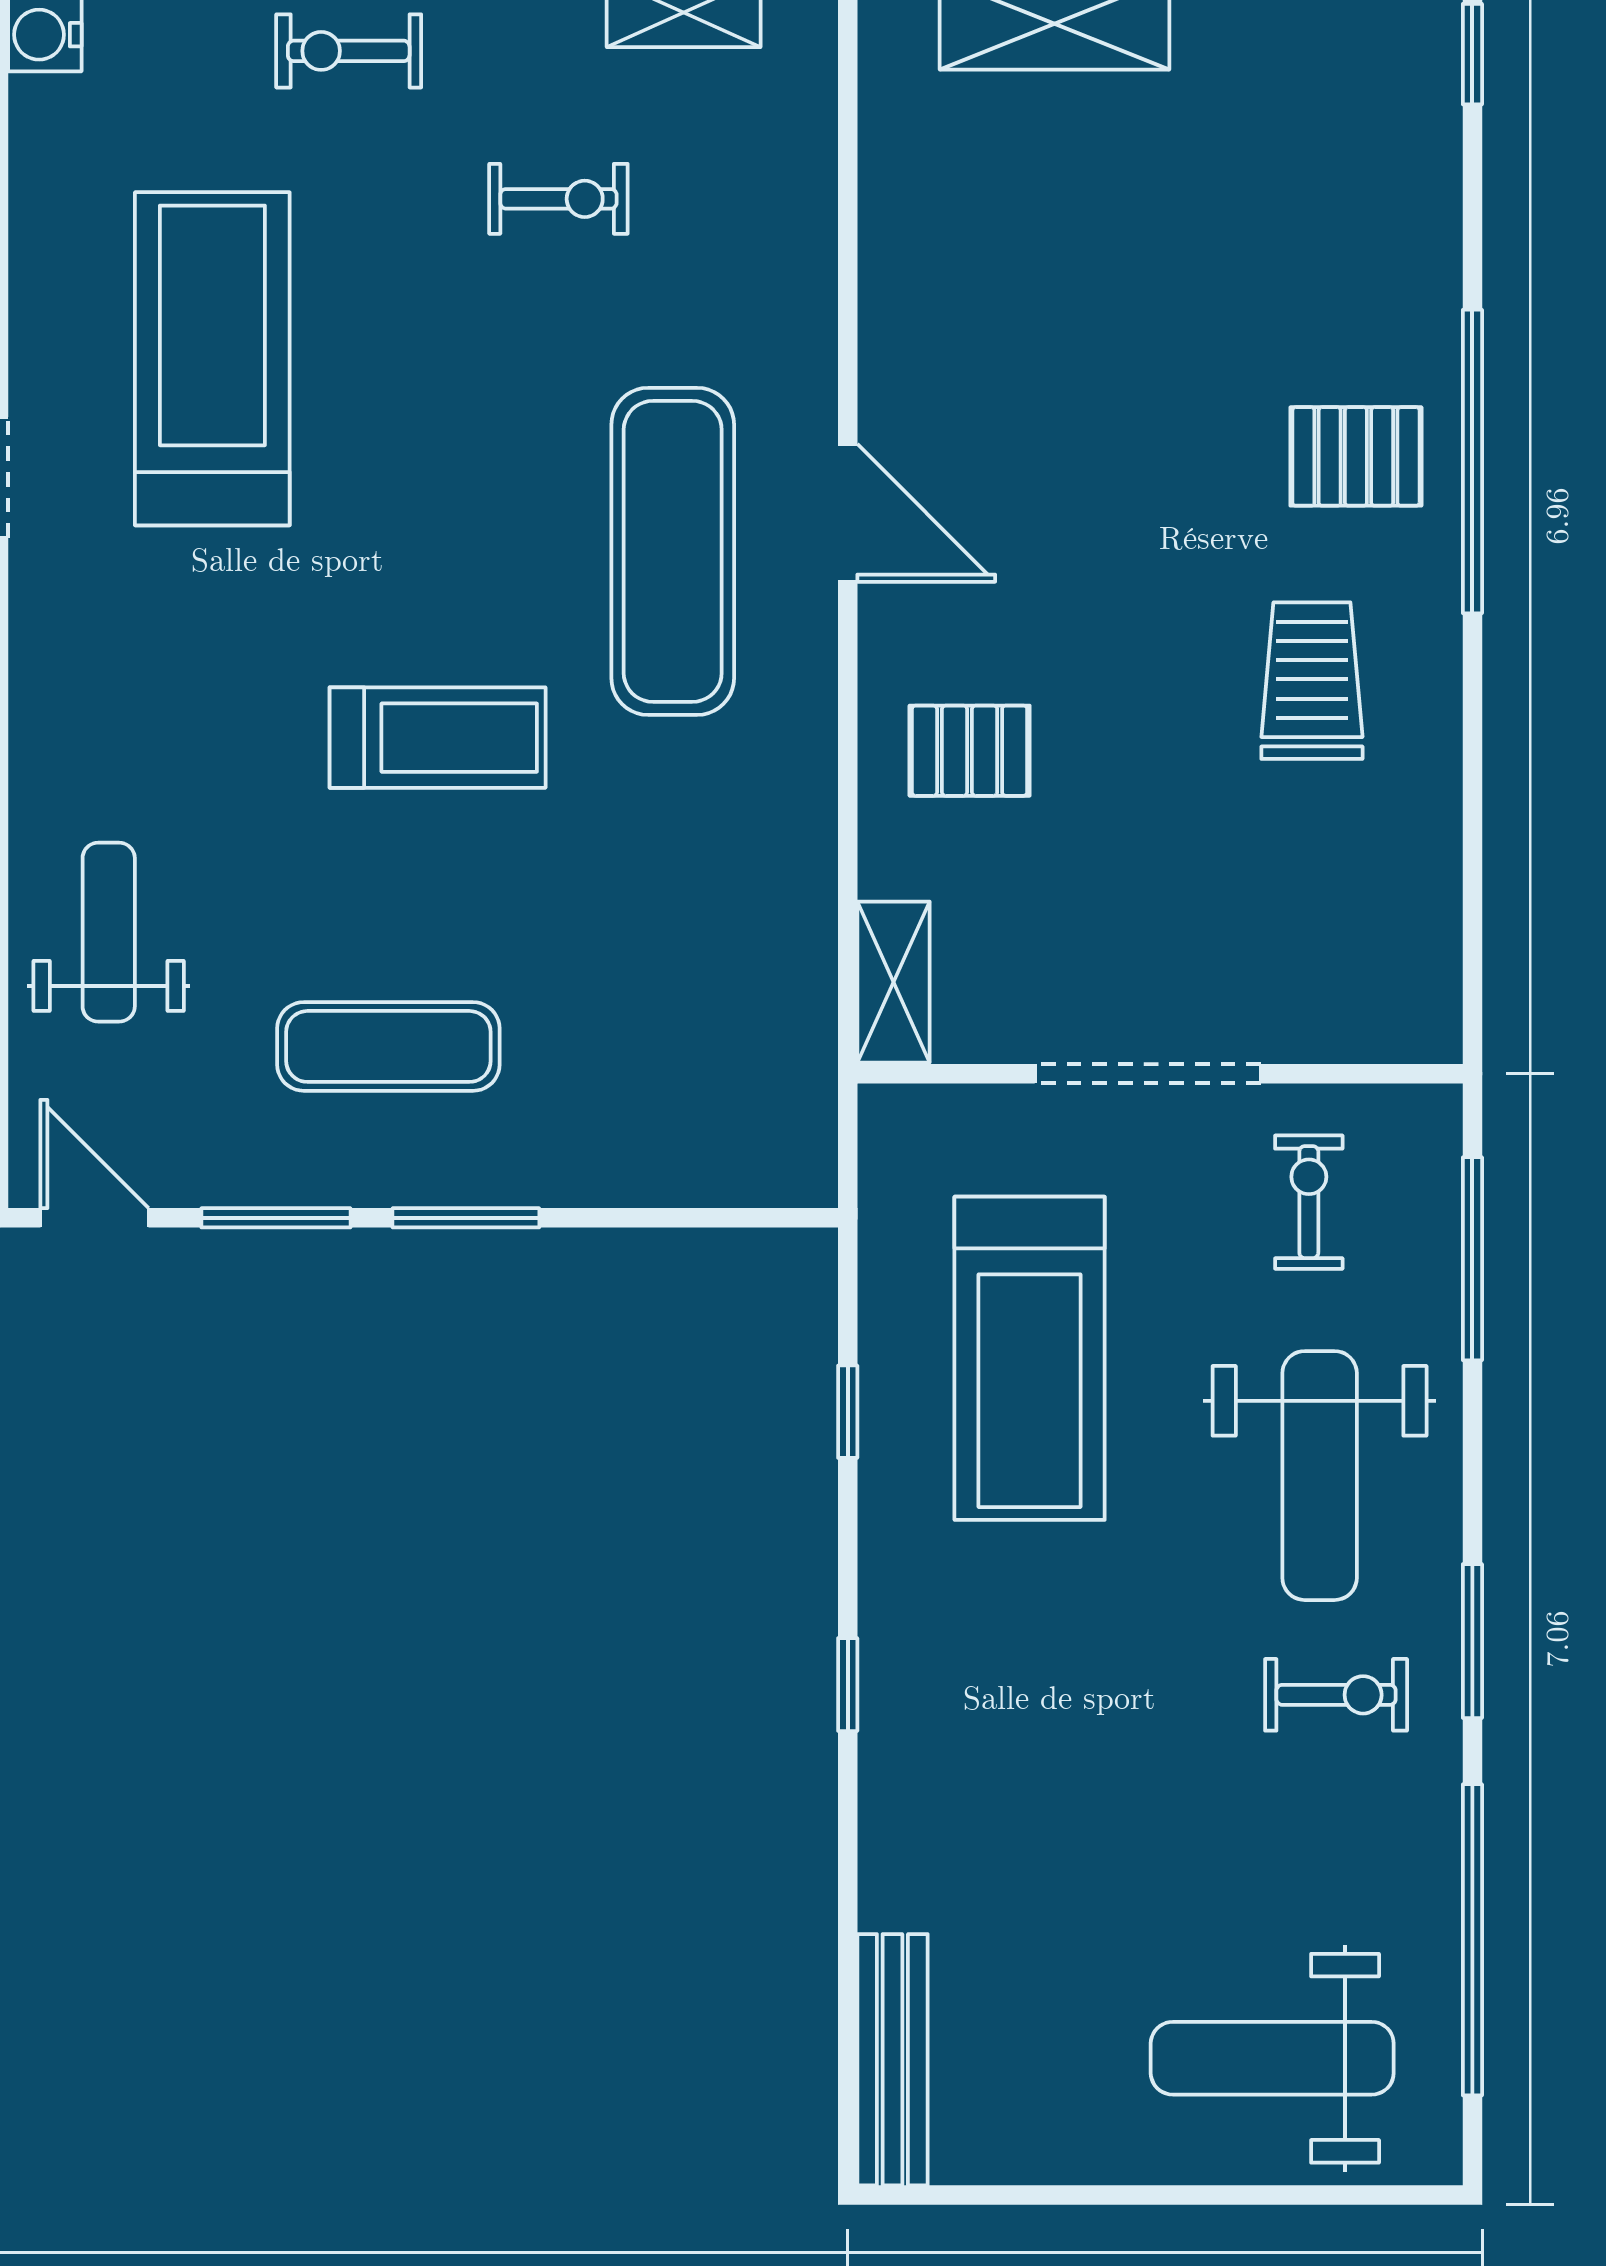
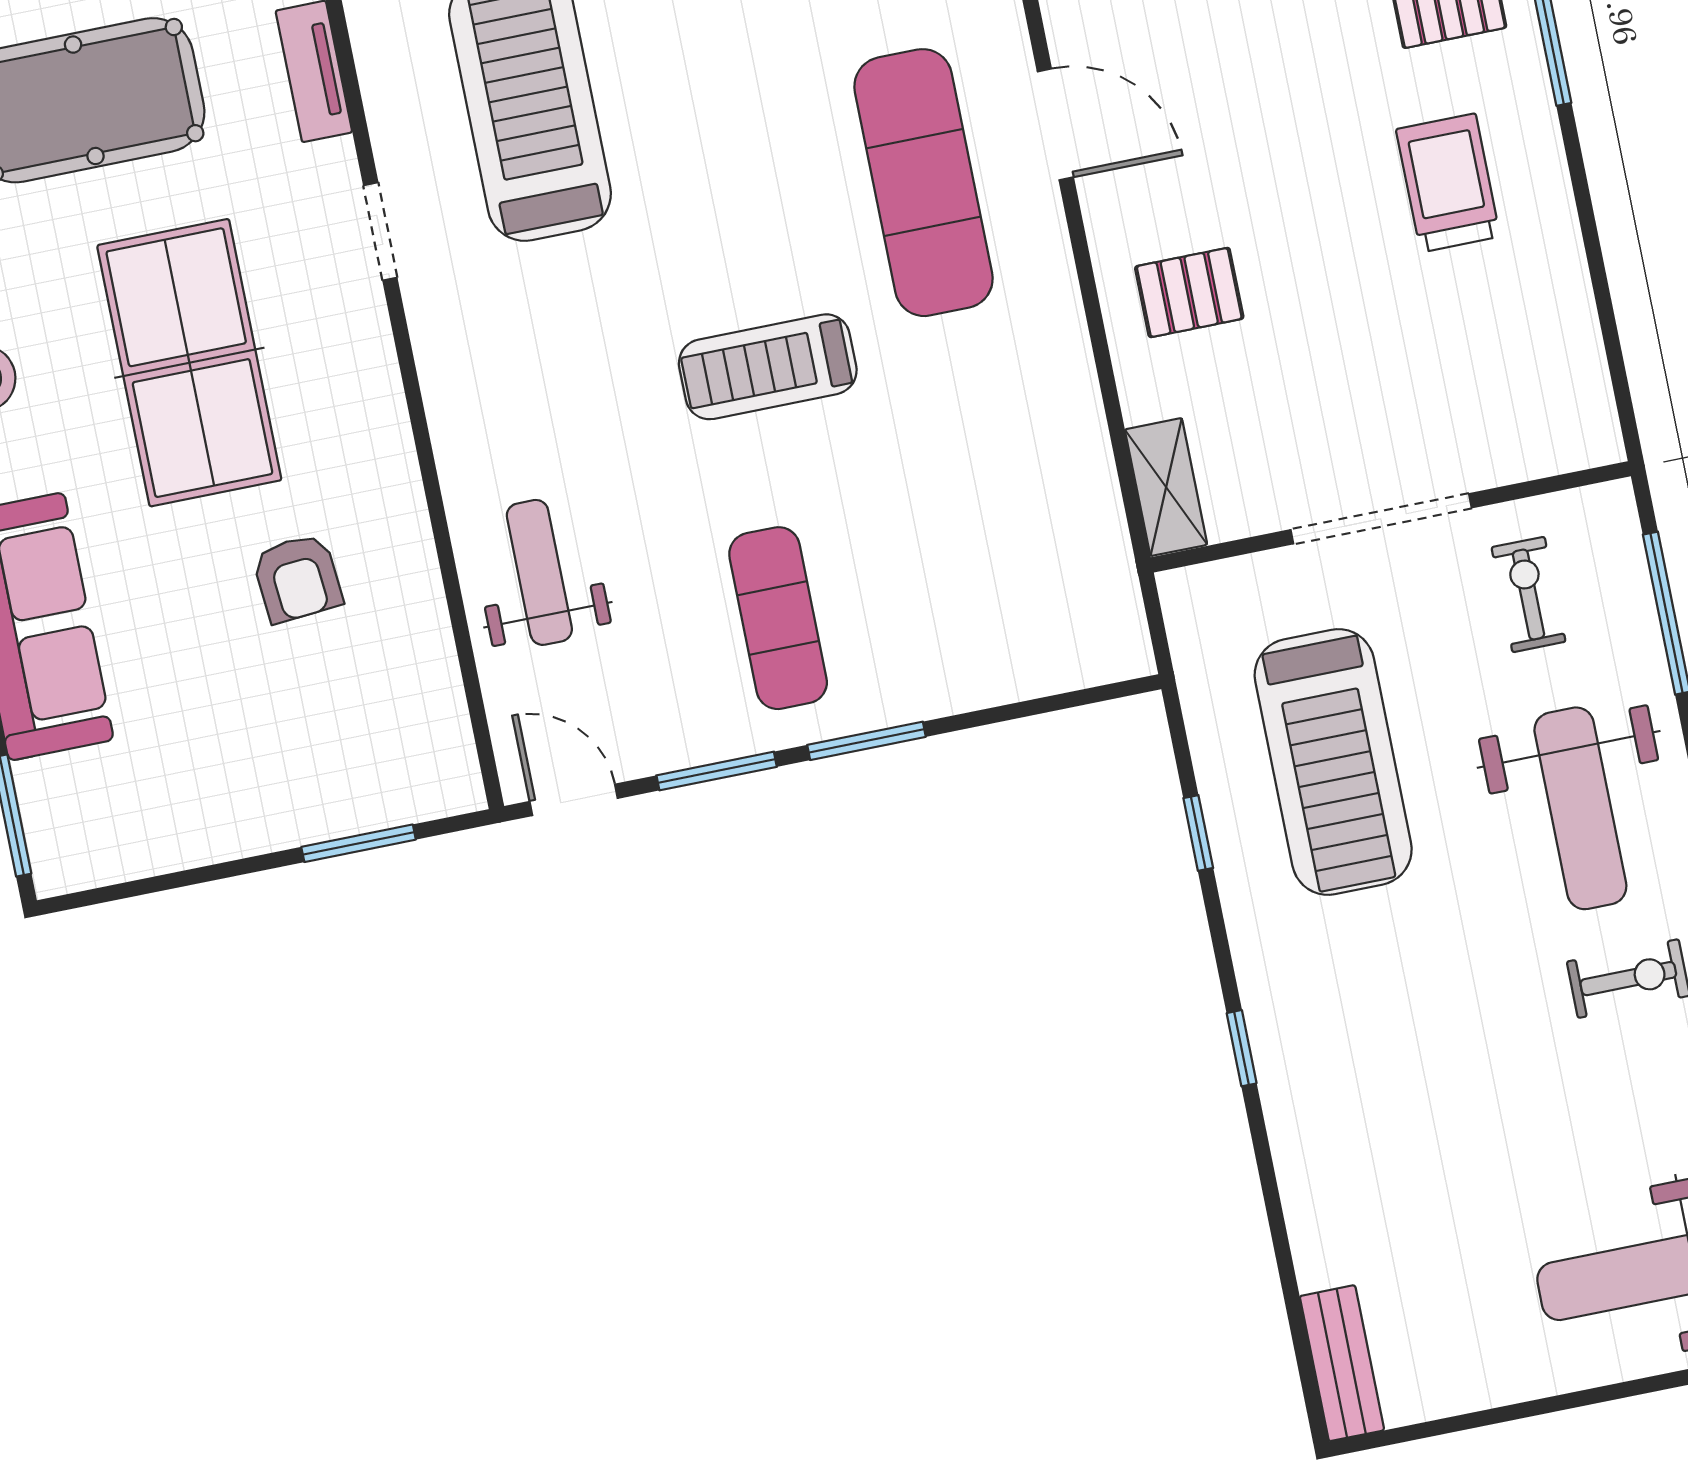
treadmill: (438, 738) -> (768, 367), turned 180
exercise mat: (388, 1046) -> (778, 618), turned 90
bench: (892, 2060) -> (1342, 1363), width x0.73

